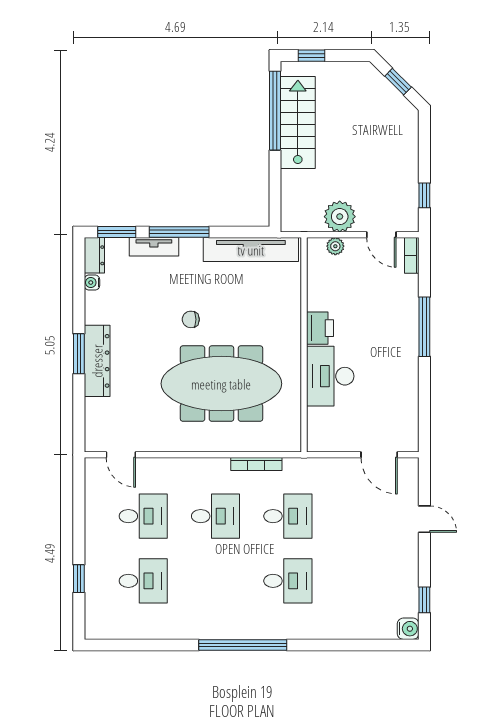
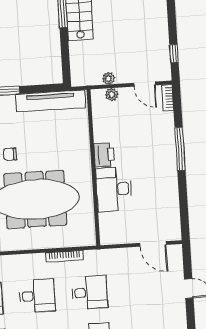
plant: (340, 217) -> (109, 78), width x0.53, depth x0.53

